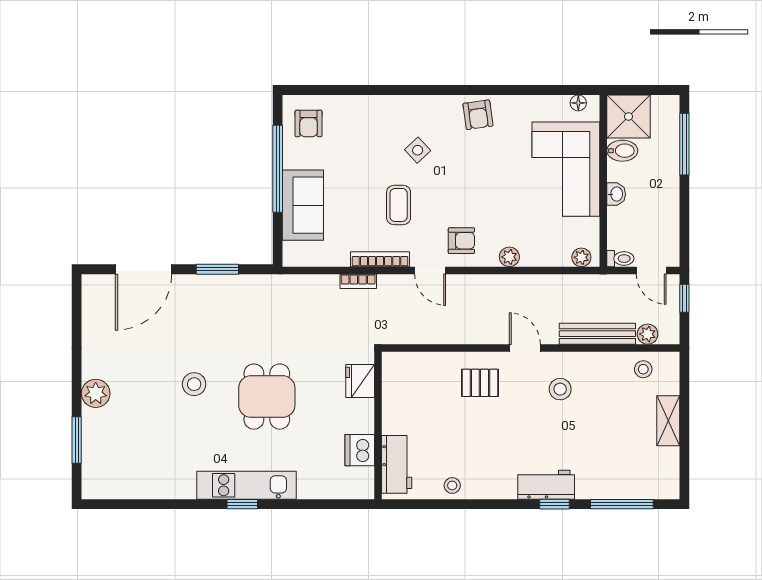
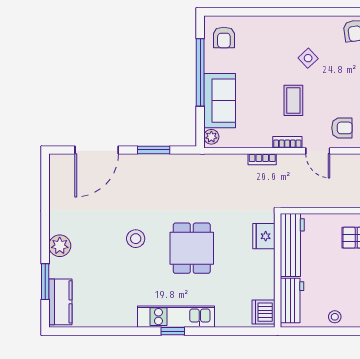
plant: (292, 252) -> (211, 137), added
bookcase: (380, 259) -> (287, 142), width x0.64
workbench: (397, 392) -> (292, 245), added
dishwasher: (360, 450) -> (263, 312), moved
kitchen counter: (96, 466) -> (60, 302), added

